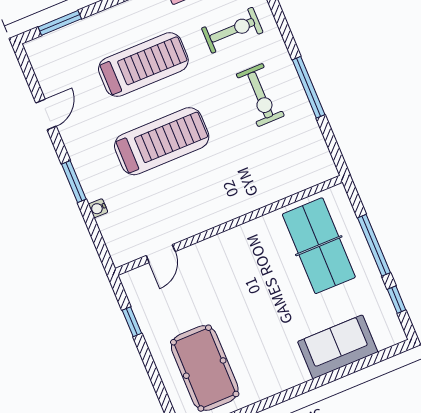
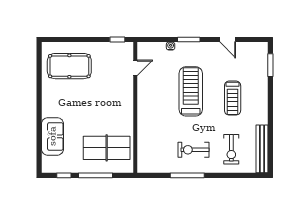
treadmill: (143, 65) -> (233, 98), width x0.73, depth x0.73
treadmill: (162, 141) -> (191, 91), turned 180
door: (161, 254) -> (135, 68), swing flipped
window: (132, 322) -> (117, 39), moved

